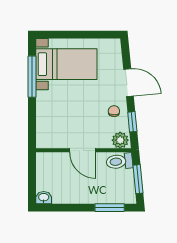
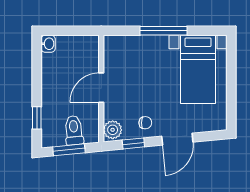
window: (32, 77) -> (163, 31), moved
toilet: (119, 161) -> (74, 130), moved
window: (110, 208) -> (37, 118), width x0.67

